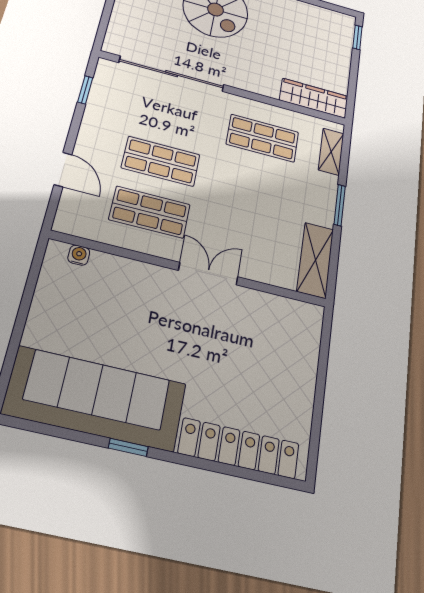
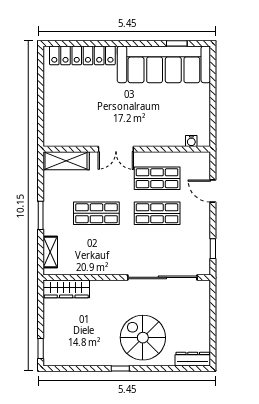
shop shelf: (263, 138) -> (96, 213), moved
shelving: (315, 260) -> (66, 161), moved, turned 90
window: (128, 447) -> (177, 43), moved

